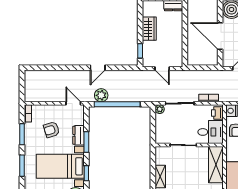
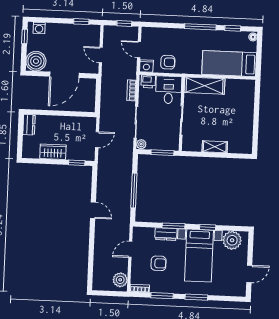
plant: (101, 95) -> (120, 280), moved
door: (73, 103) -> (130, 249), moved
window: (117, 104) -> (134, 190), width x0.68
window: (153, 129) -> (162, 153), added
armchair: (51, 130) -> (159, 263), turned -73

